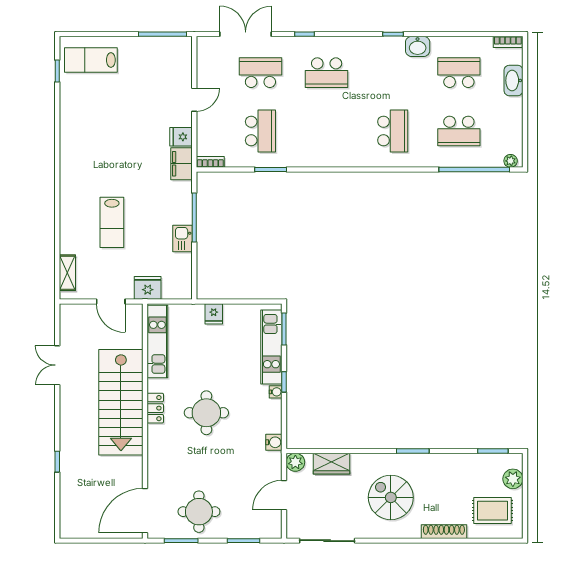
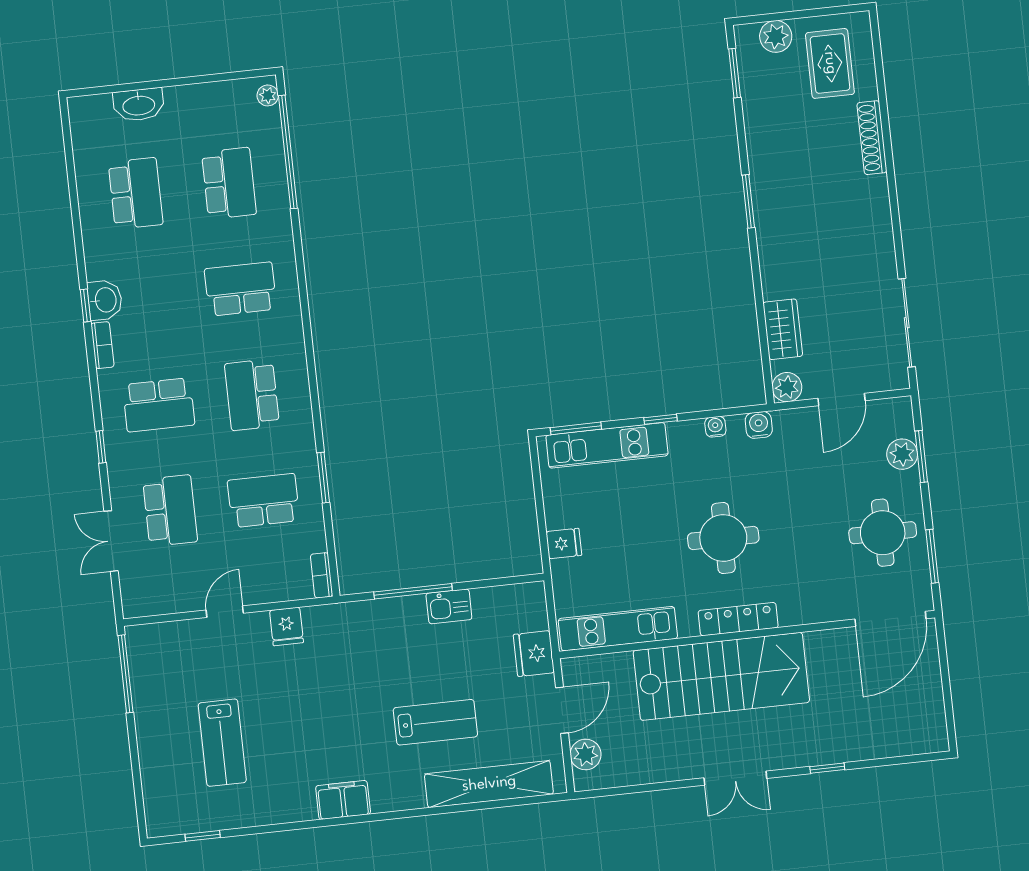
double door: (246, 34) -> (111, 541), width x0.73
bookcase: (508, 42) -> (102, 345), moved
washbasin: (418, 46) -> (105, 300), moved
lab bench: (91, 60) -> (222, 743), moved
school desk: (260, 73) -> (170, 511), turned 180
school desk: (327, 73) -> (159, 405), turned 90
school desk: (459, 73) -> (136, 193), turned 180
door: (194, 100) -> (225, 612), hinge flipped
school desk: (327, 131) -> (252, 395), added
filing cabinet: (182, 164) -> (343, 800), moved, turned 180
shelving: (67, 273) -> (489, 784), width x2.20, depth x1.33
plant: (82, 313) -> (586, 754), added
double door: (57, 365) -> (735, 778), moved
water cooler: (276, 392) -> (715, 427), moved
locker: (155, 408) -> (738, 619), width x1.53
door: (284, 495) -> (841, 400), hinge flipped
spiral stairs: (391, 497) -> (827, 228), removed
door: (145, 511) -> (890, 619), hinge flipped
plant: (246, 529) -> (902, 454), added

